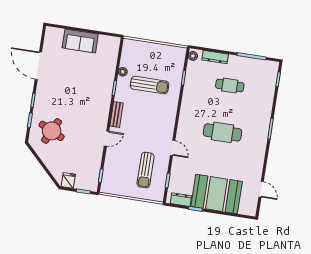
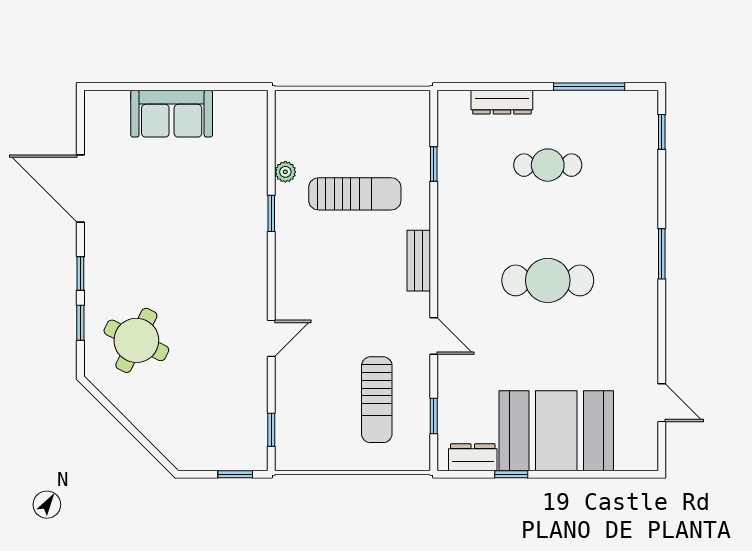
plant: (193, 56) -> (448, 108), removed
bench: (117, 115) -> (419, 261), moved
fridge: (68, 180) -> (195, 453), removed

